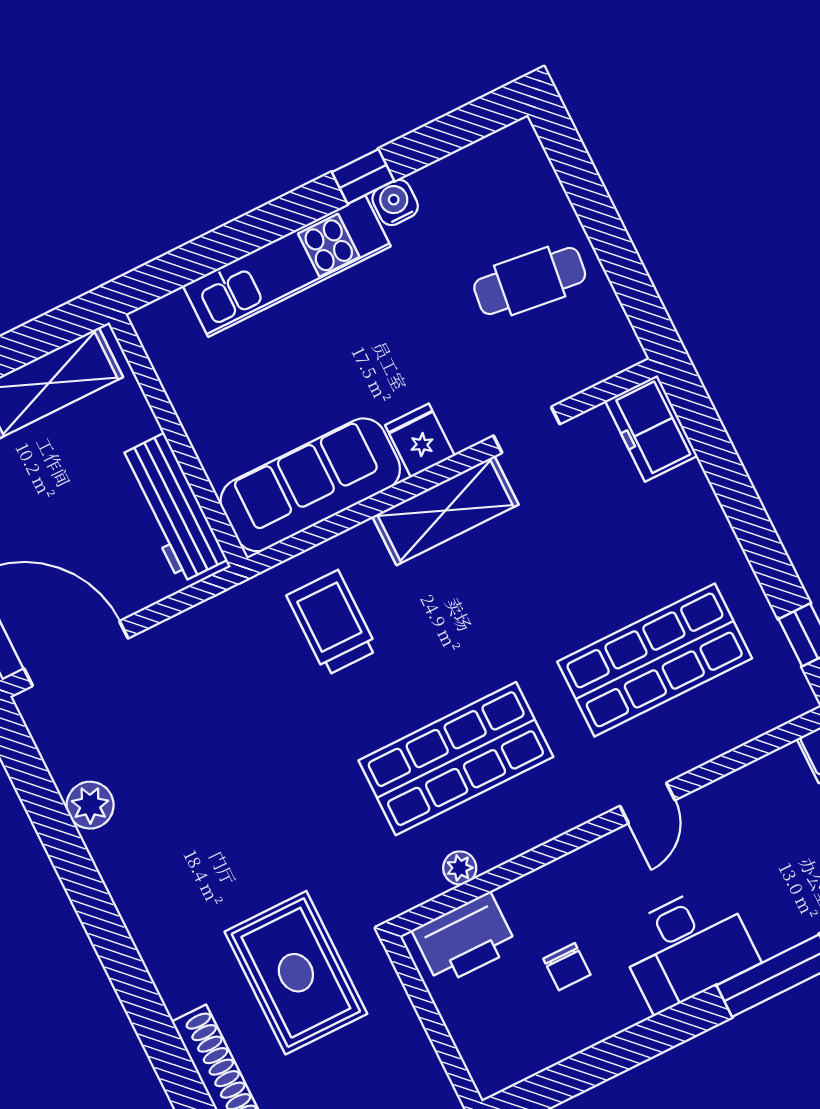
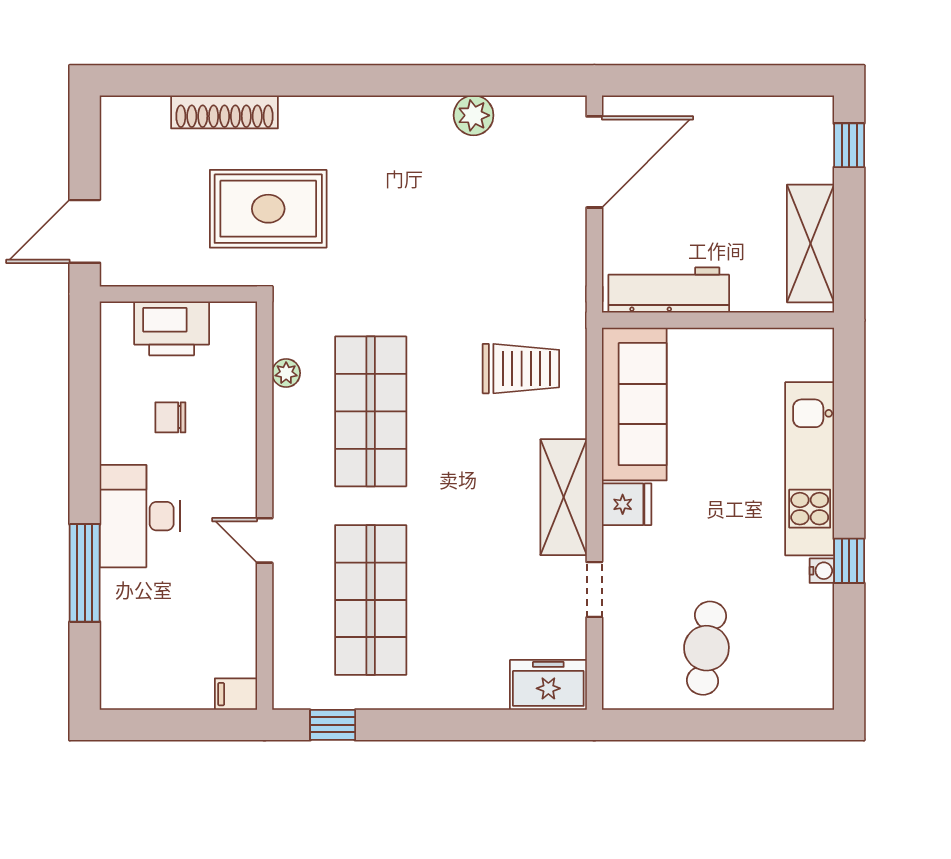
water cooler: (395, 202) -> (822, 571), width x0.72, depth x0.72
printer: (465, 939) -> (172, 328), moved, turned -90

